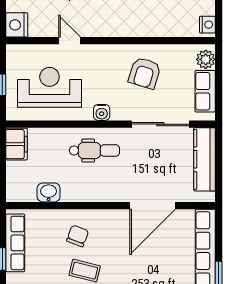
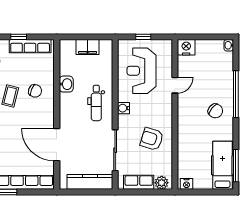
reception desk: (49, 87) -> (142, 71), turned 180
filing cabinet: (16, 144) -> (88, 47), moved
washbasin: (49, 192) -> (66, 84), moved

